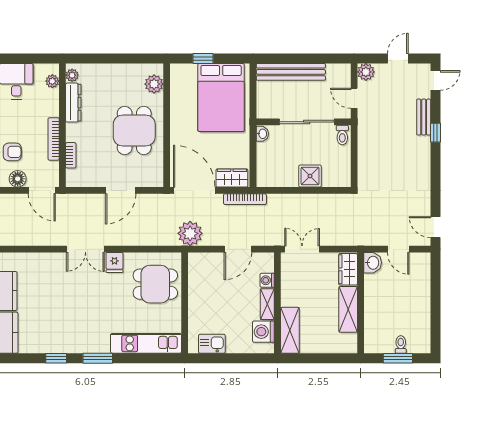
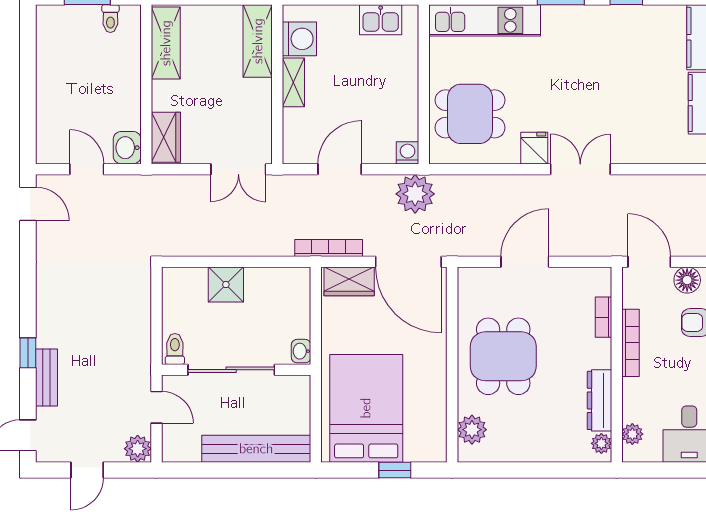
washing machine: (267, 280) -> (408, 153), moved, turned -90
shelving: (348, 309) -> (166, 43), moved
toilet: (401, 344) -> (110, 19), moved

